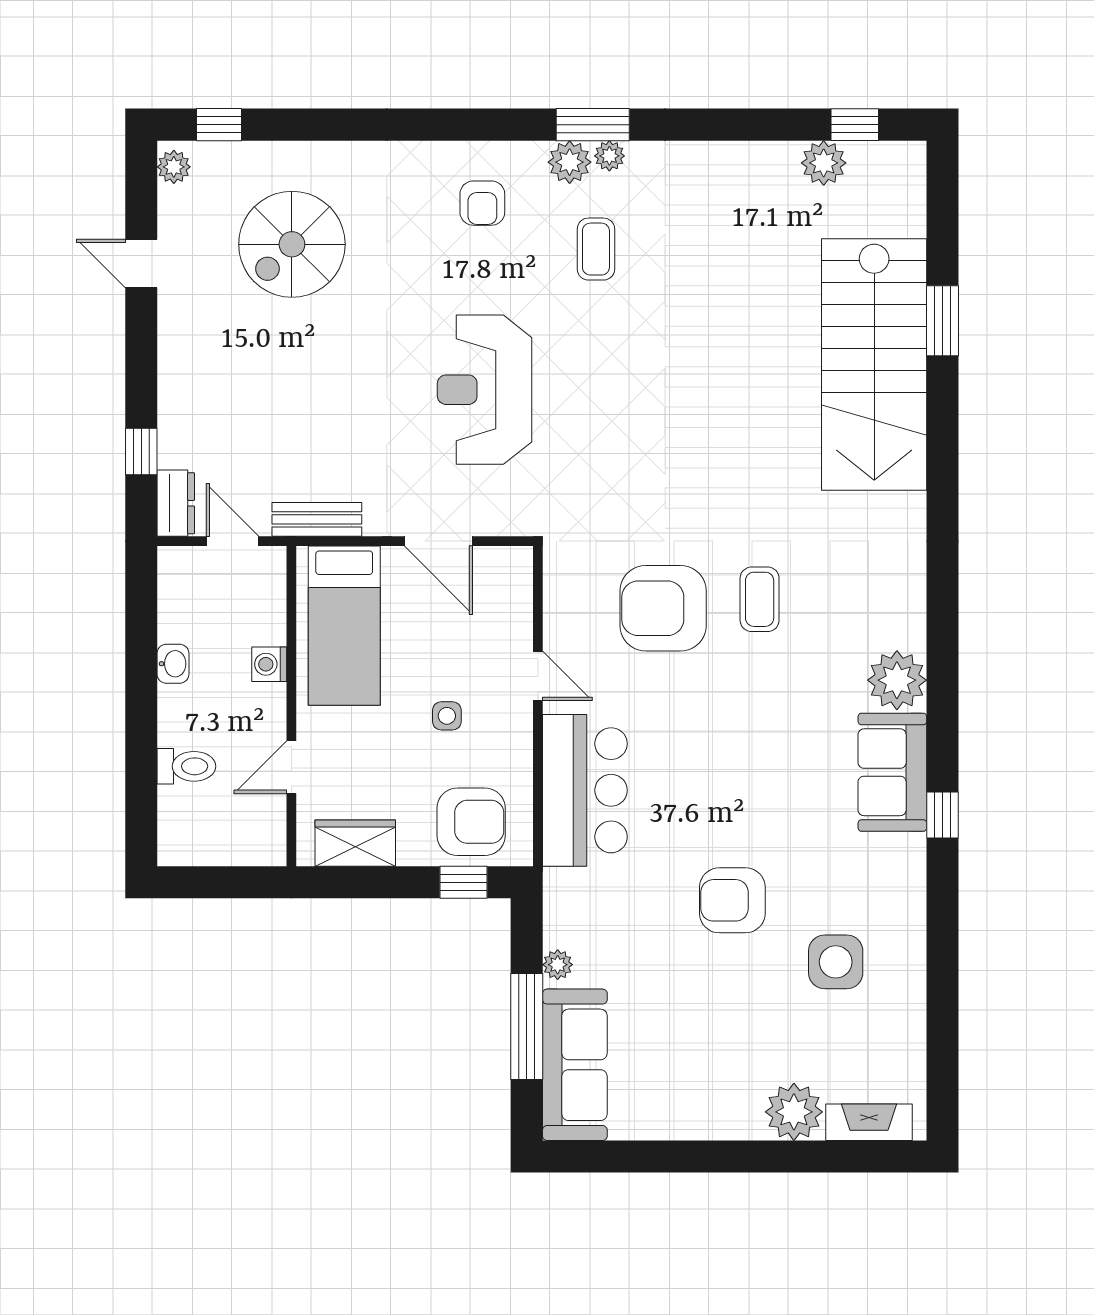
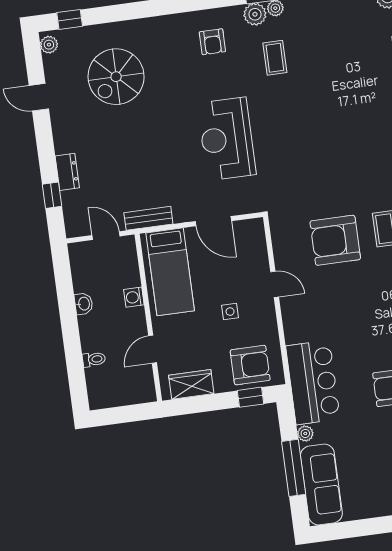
dresser: (176, 503) -> (67, 172), moved
toilet: (186, 766) -> (94, 359), width x0.73, depth x0.72
bar counter: (585, 790) -> (313, 382), moved

